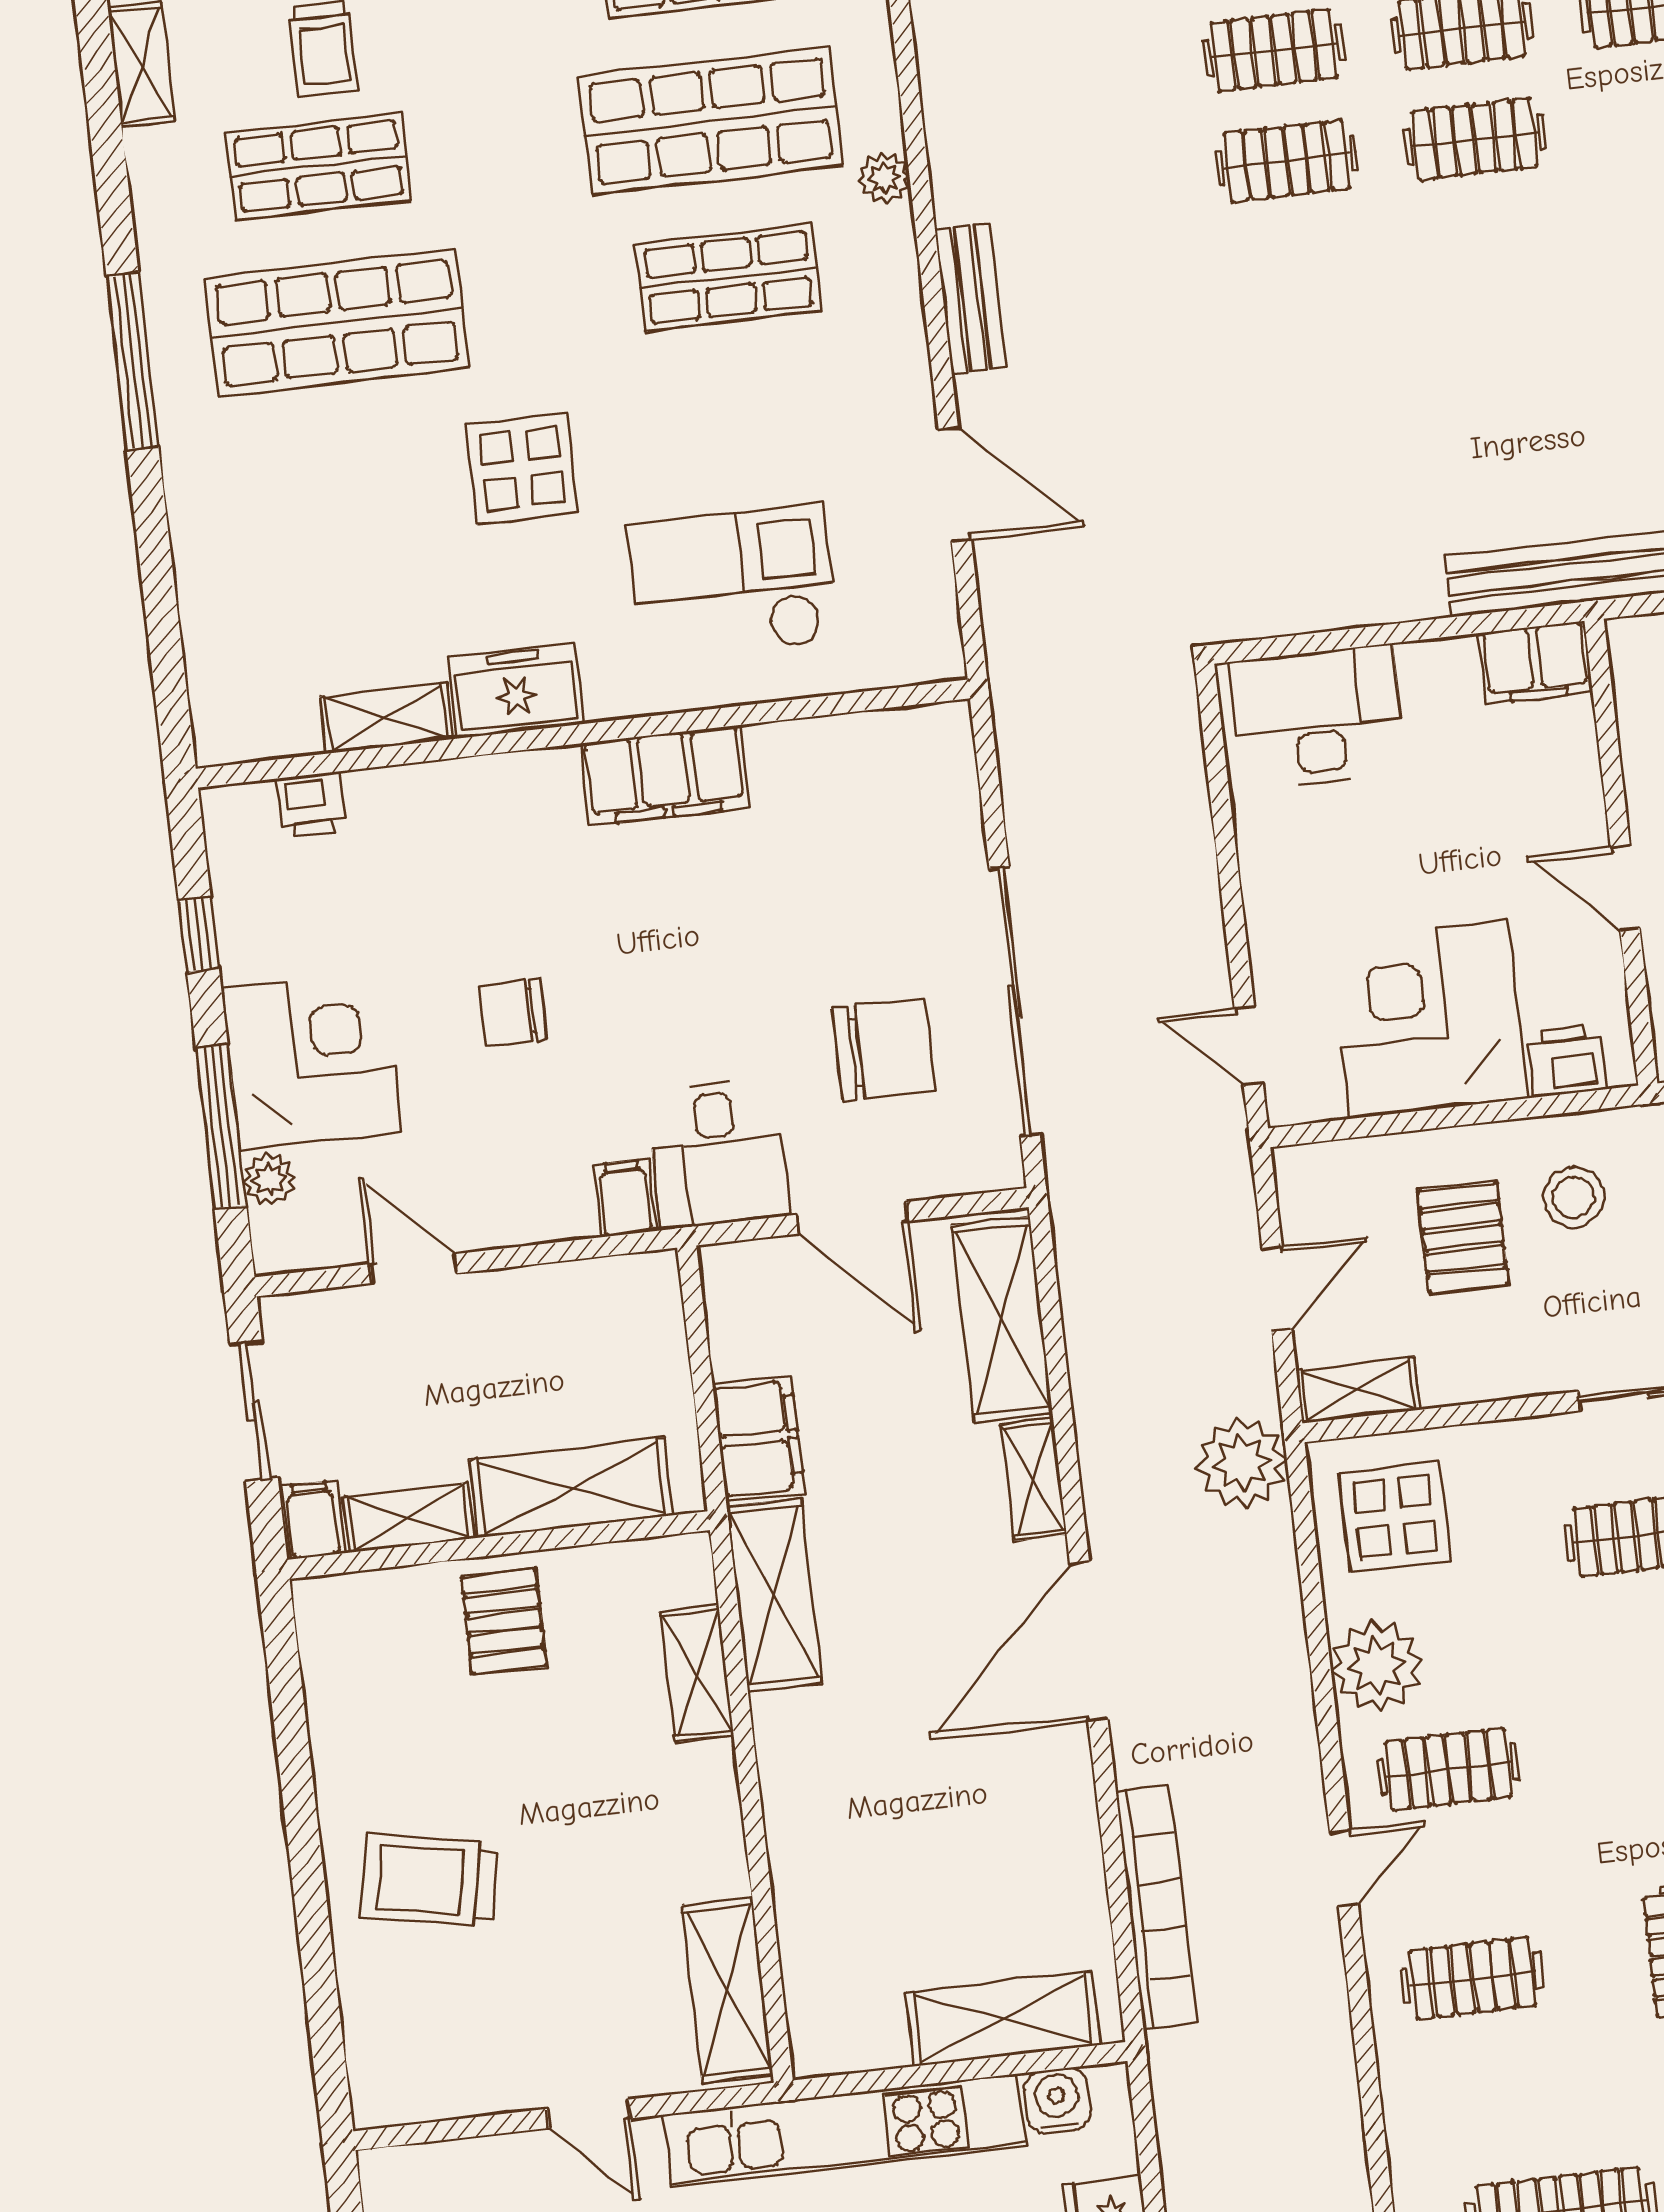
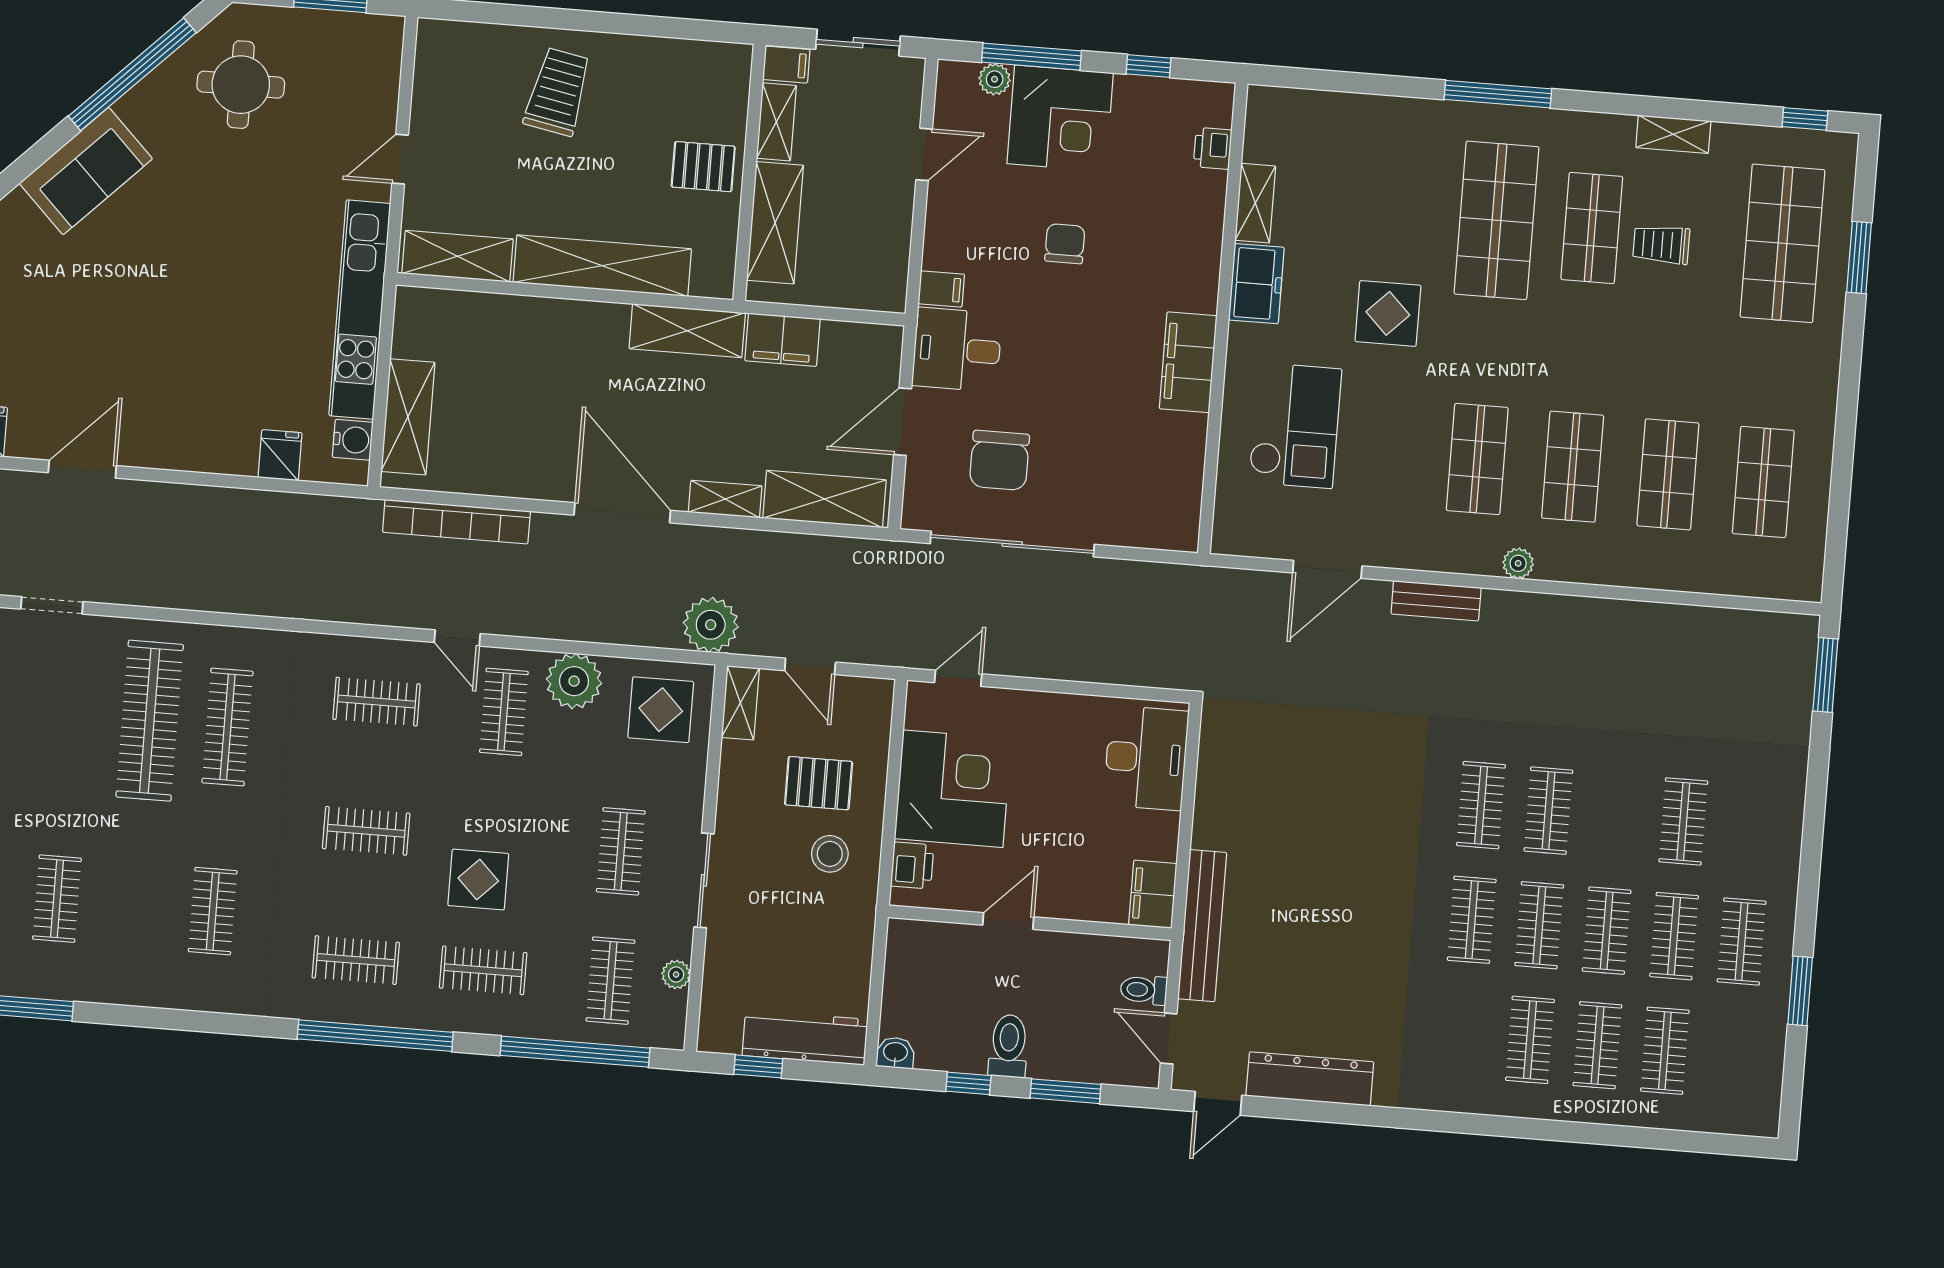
shop shelf: (710, 121) -> (1573, 467), width x0.70, depth x0.74
shelving: (697, 1674) -> (602, 266), width x2.20, depth x1.33
clothes rail: (1473, 1978) -> (377, 702), turned 90

